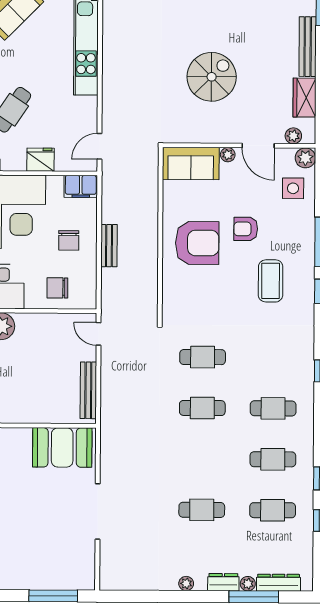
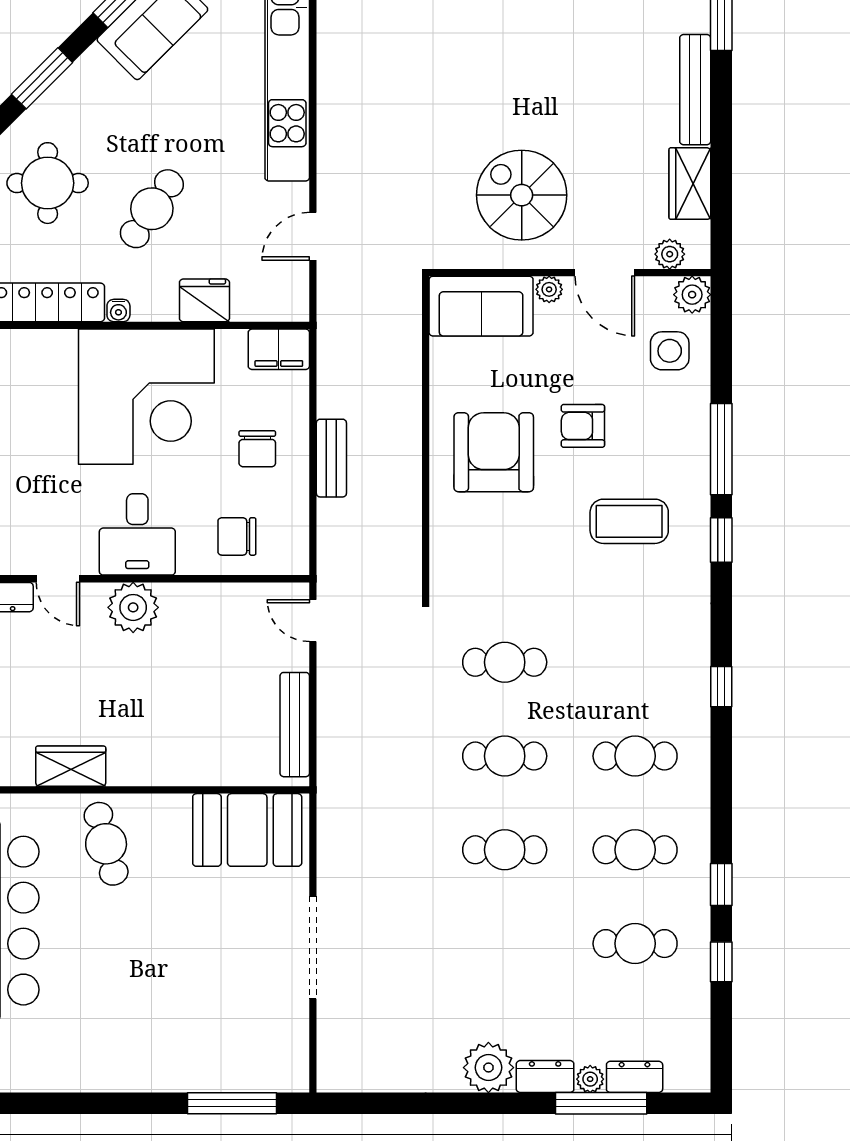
spiral stairs: (212, 77) -> (522, 195), moved, turned -90
door: (99, 146) -> (313, 236), moved
armchair: (197, 243) -> (494, 452), turned -90
coffee table: (271, 281) -> (629, 521), turned 90
cafe table: (202, 510) -> (505, 850), moved
plant: (186, 583) -> (488, 1068), width x1.88, depth x1.88
dresser: (279, 583) -> (635, 1077), width x0.70

